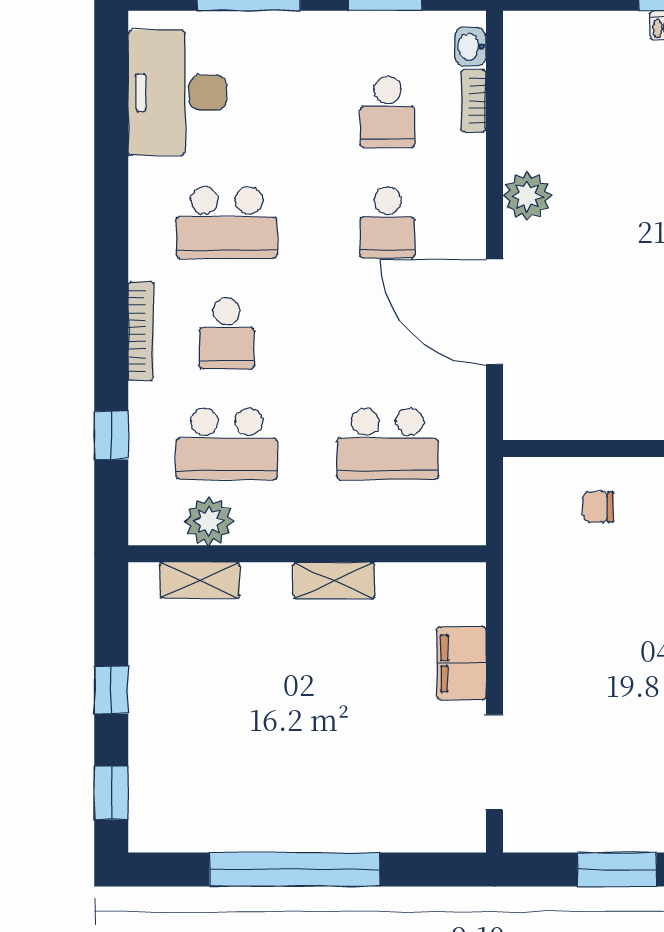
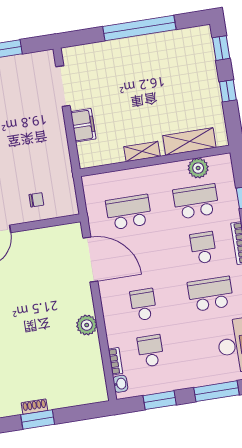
door: (494, 312) -> (90, 259), moved
shelving: (200, 580) -> (189, 142), width x1.50, depth x1.33

